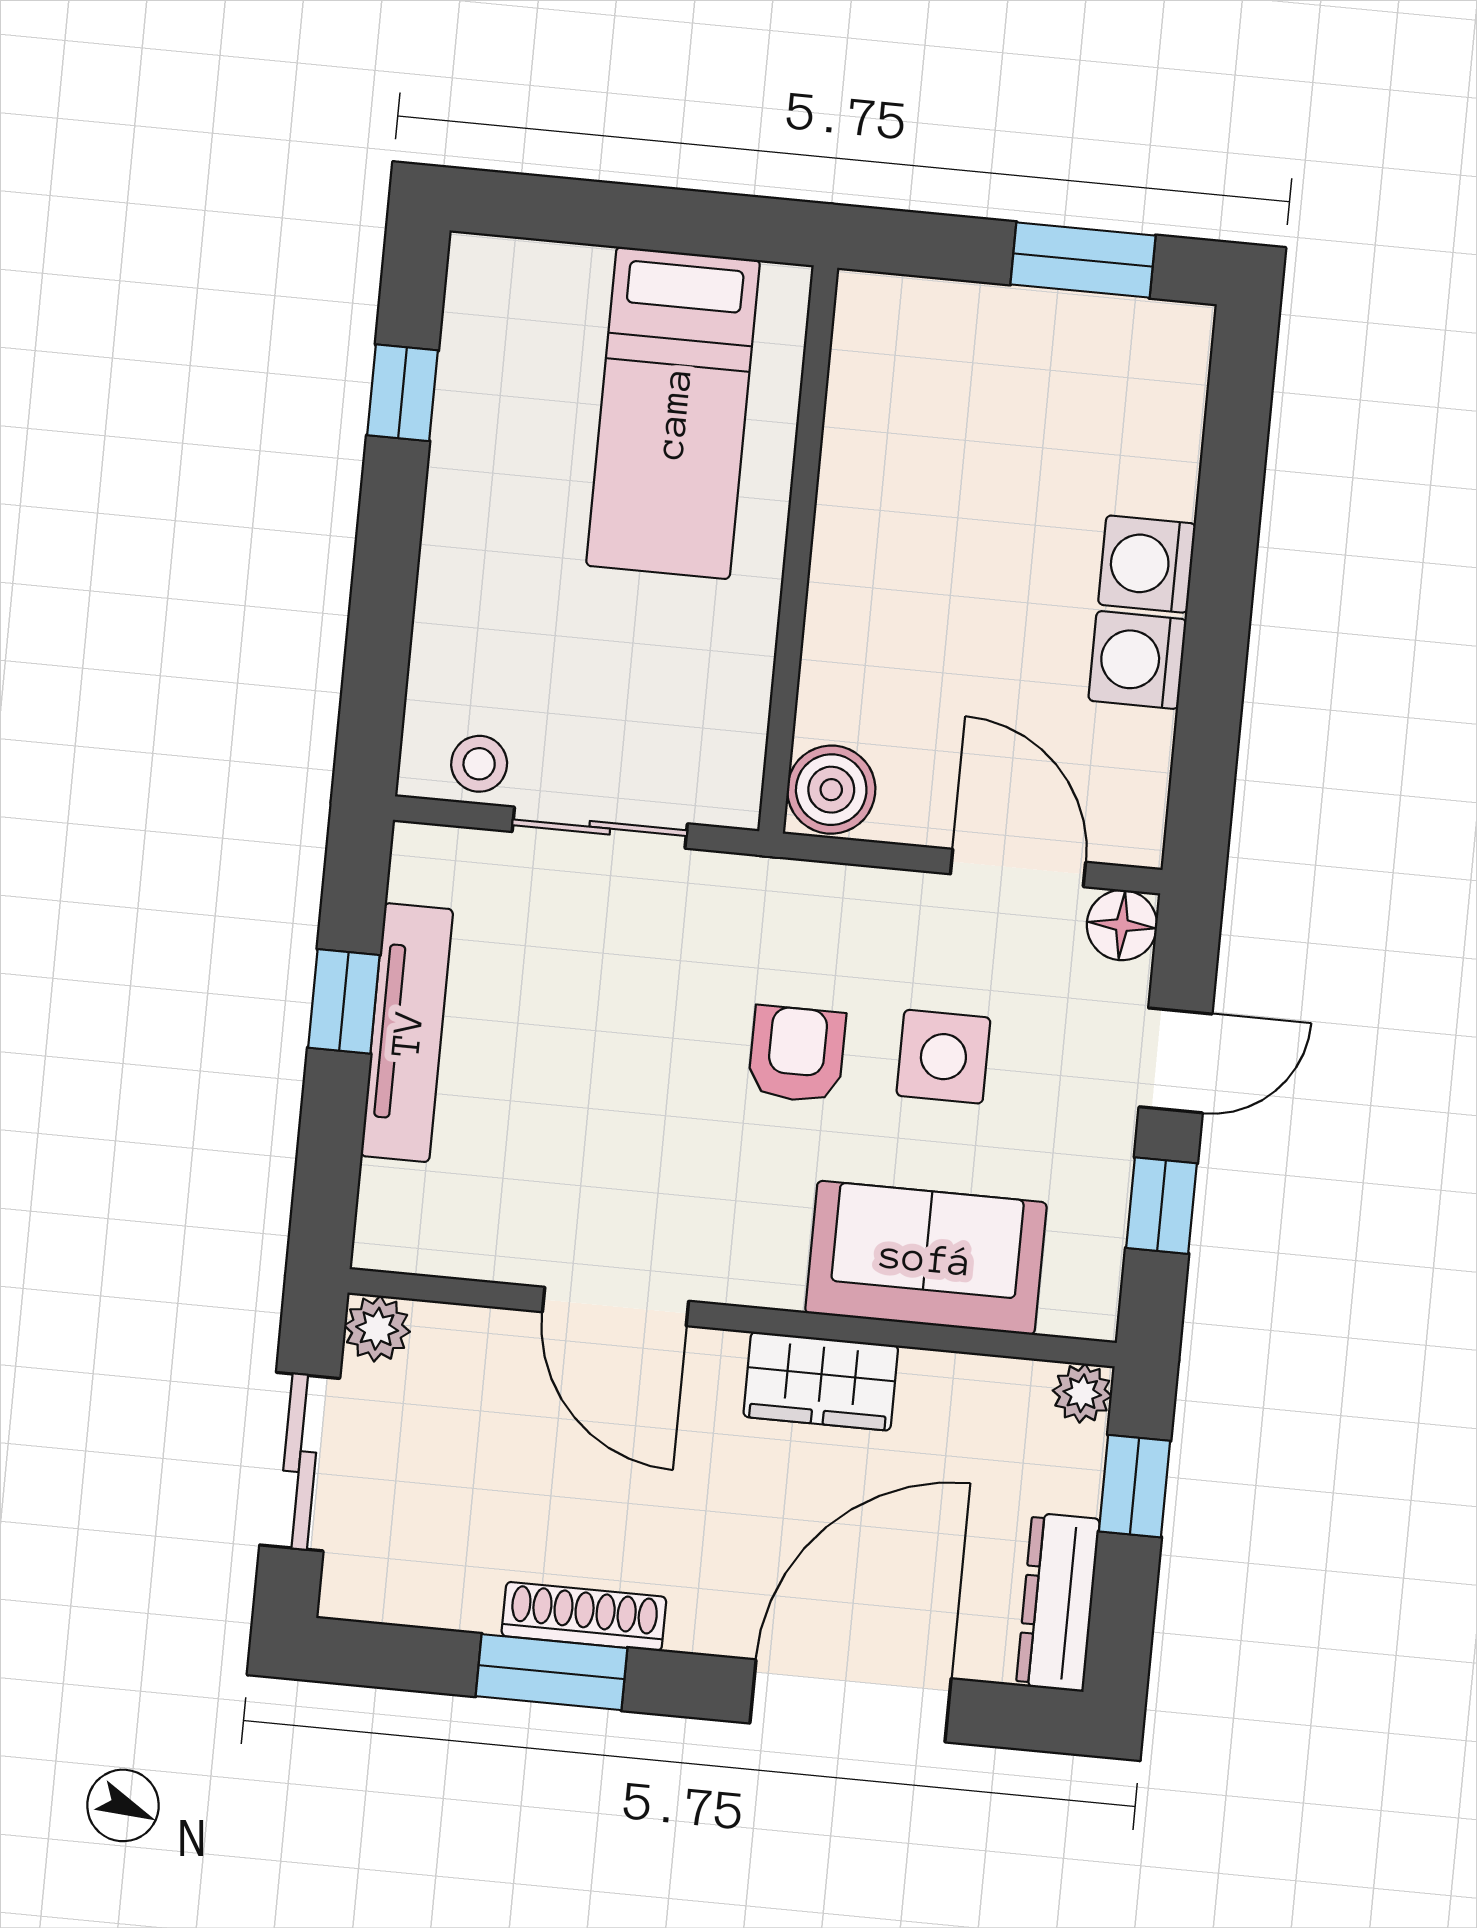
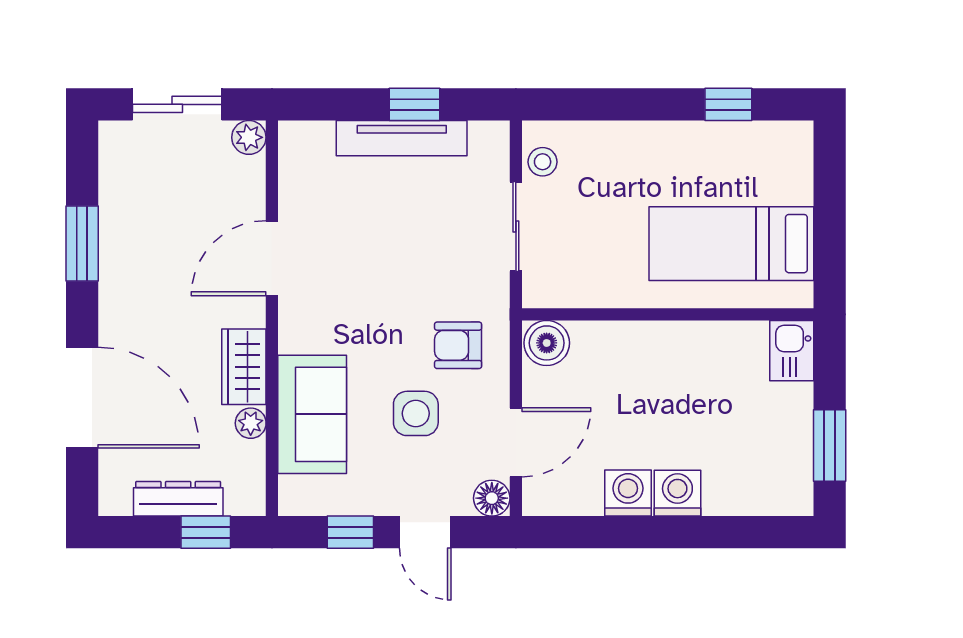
kitchen sink: (892, 316) -> (792, 351), added
armchair: (797, 1054) -> (458, 345), moved, turned 180
plant: (1082, 1393) -> (251, 423), moved
dresser: (1058, 1602) -> (178, 499), moved
shoe rack: (584, 1616) -> (112, 257), removed

